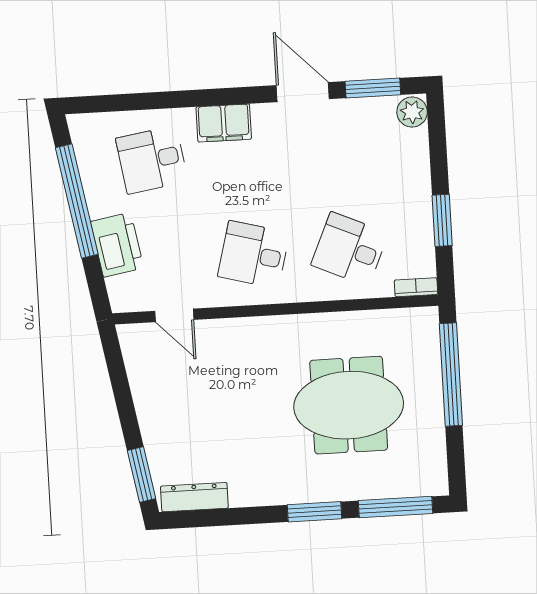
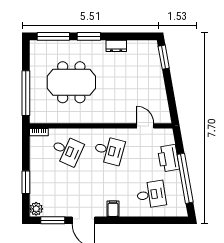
filing cabinet: (224, 123) -> (113, 209), width x0.50
window: (442, 220) -> (26, 182), moved
dresser: (194, 497) -> (116, 46), moved, width x0.70

